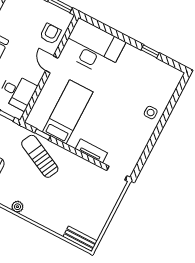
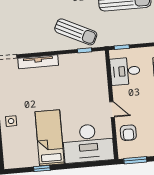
bed: (68, 112) -> (50, 138), moved, turned 180
tv unit: (91, 151) -> (38, 62), width x1.41

